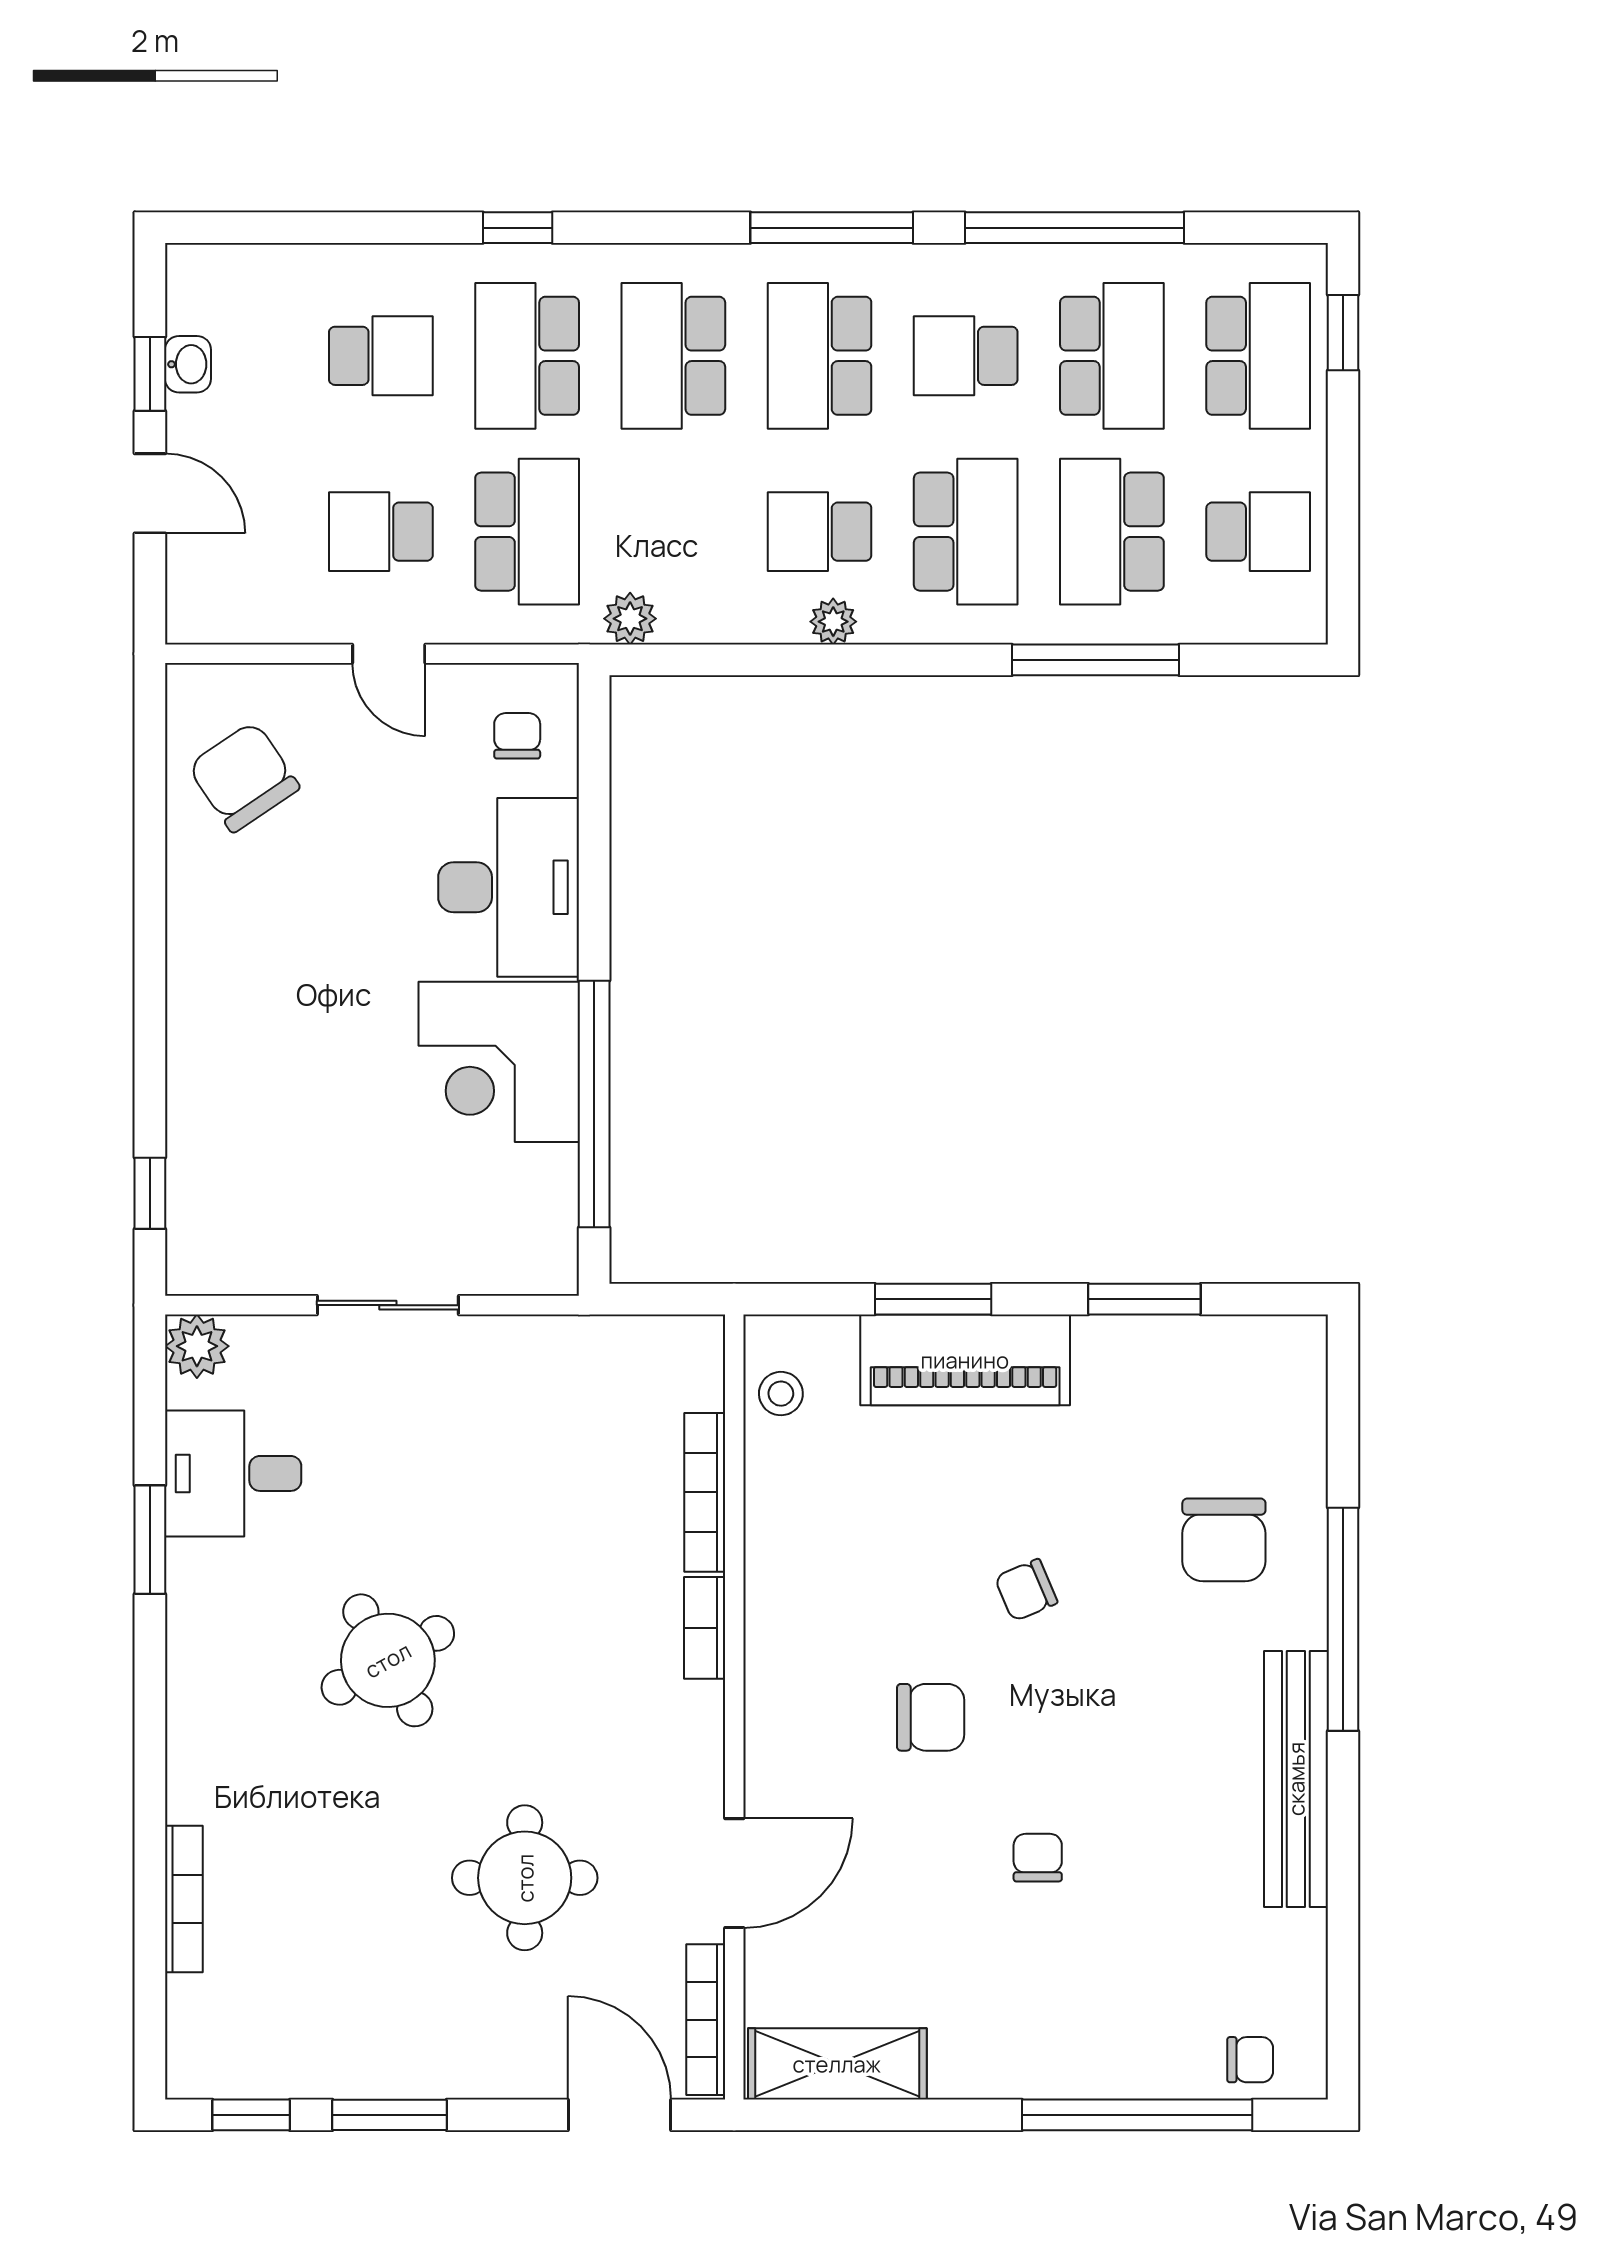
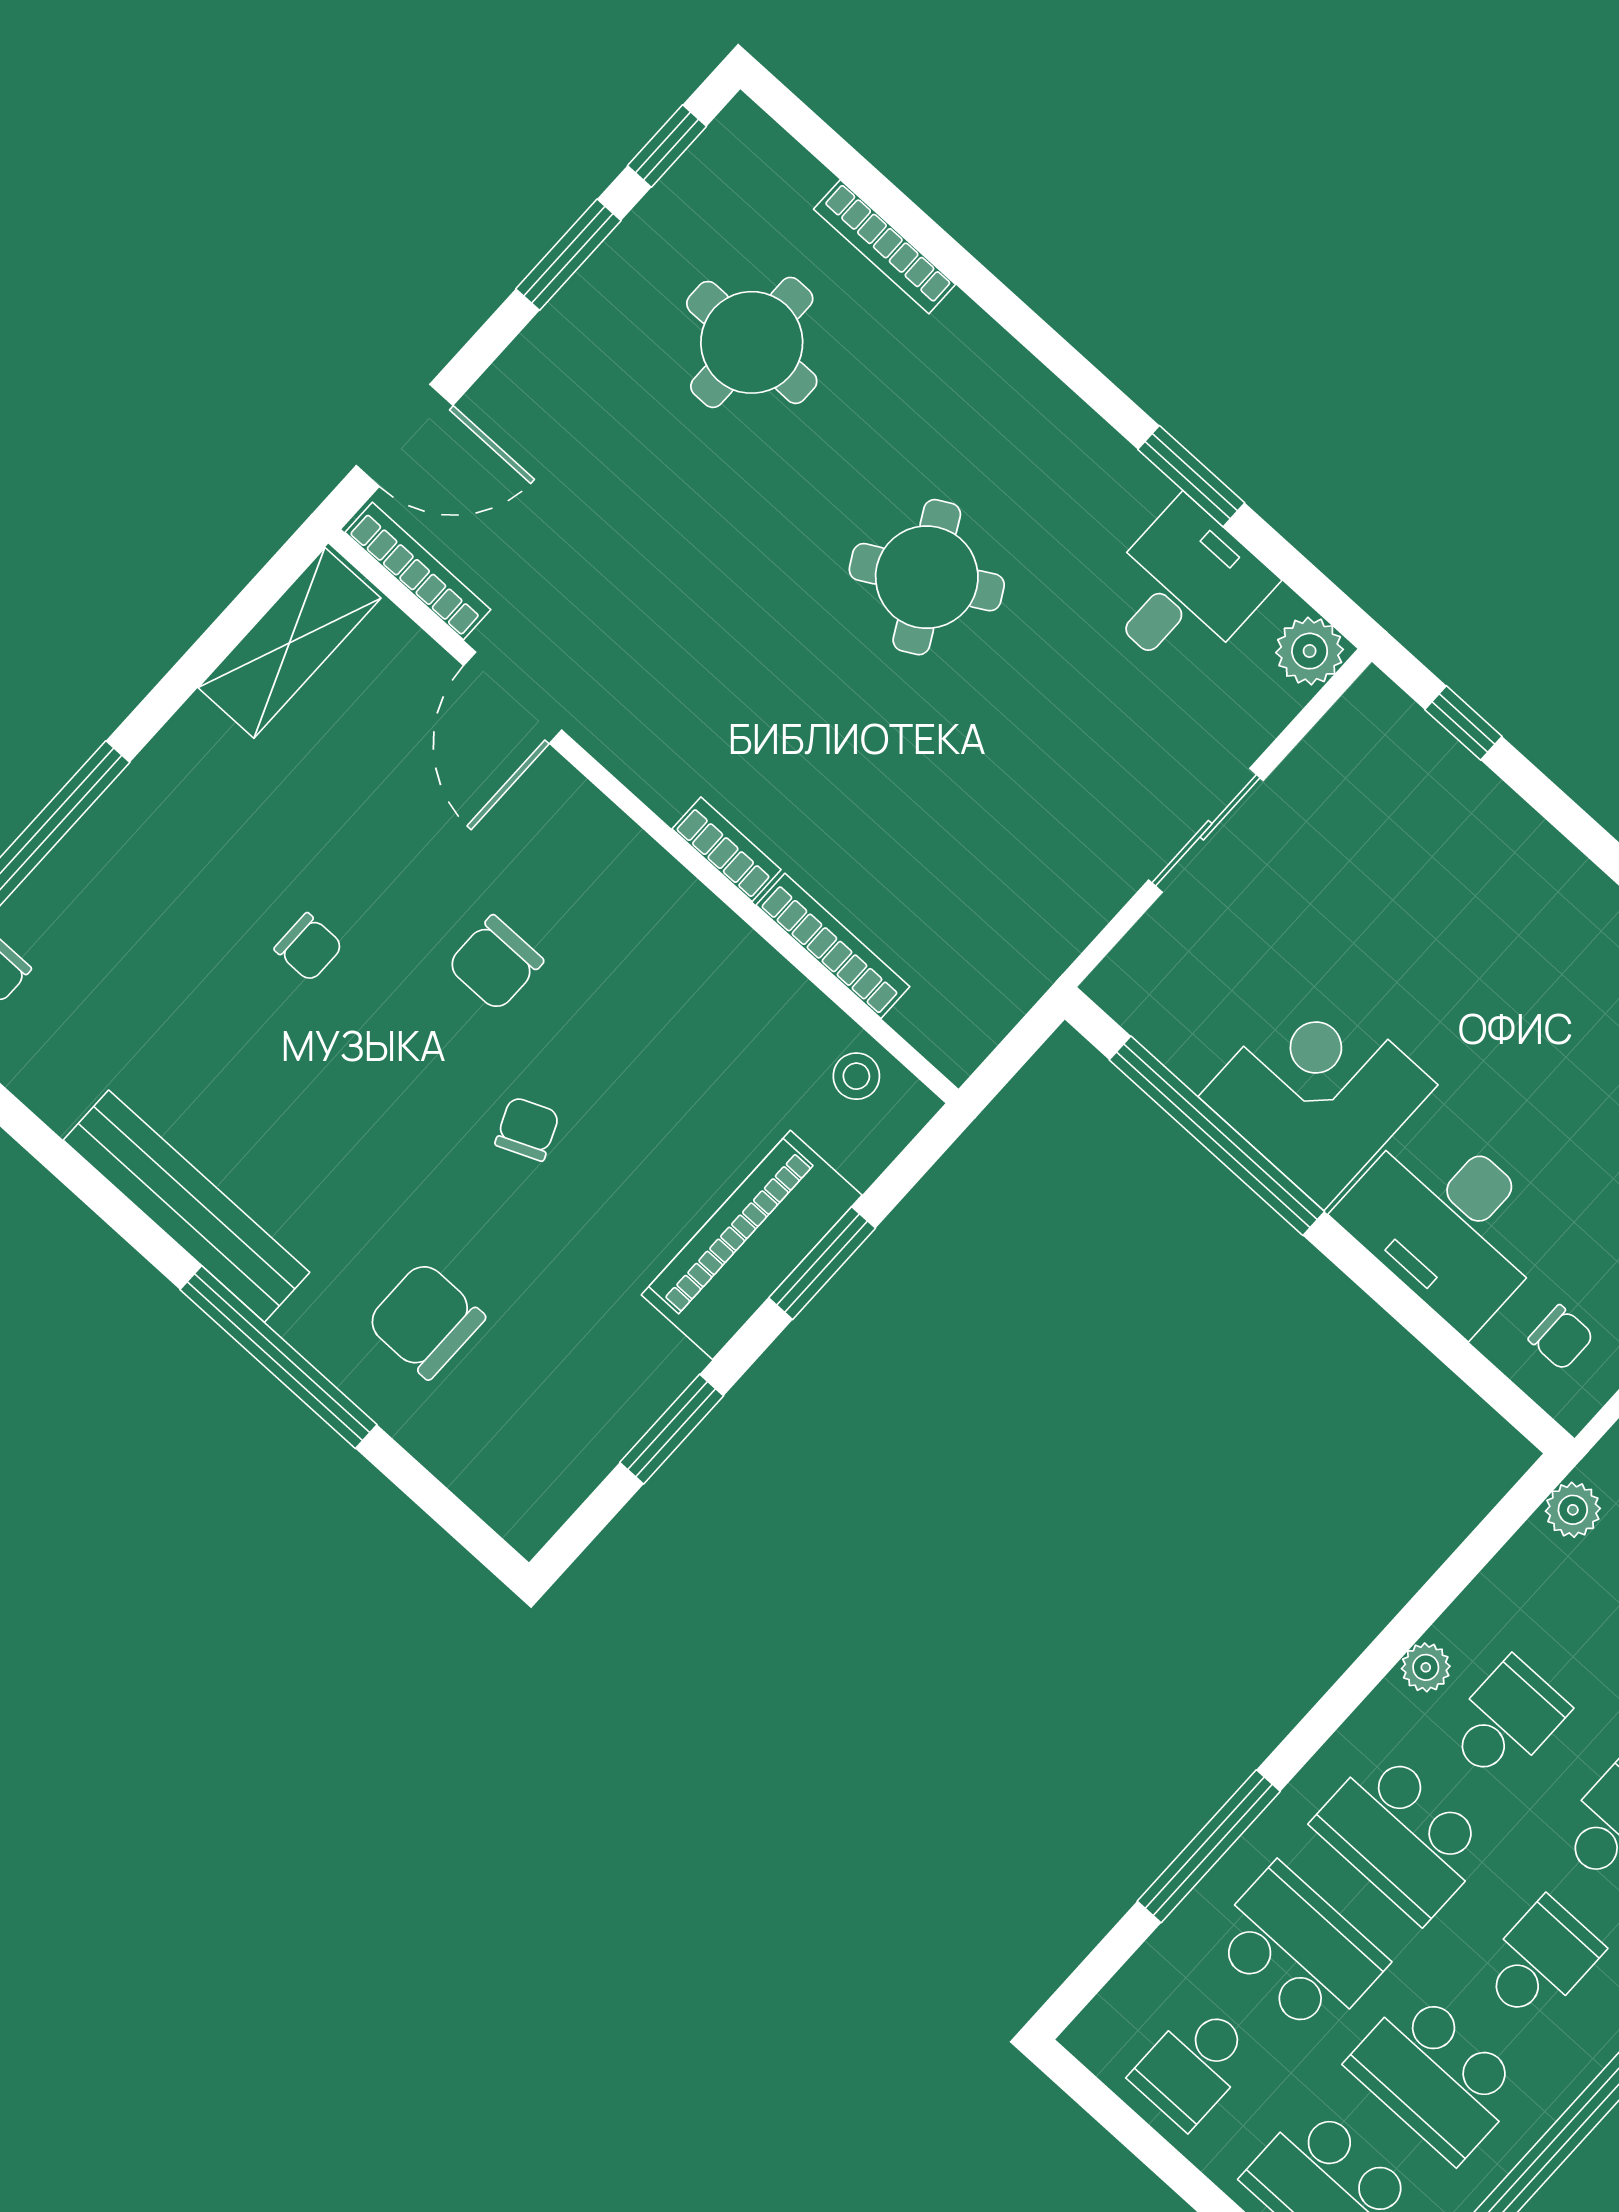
round table: (525, 1878) -> (752, 342), moved

